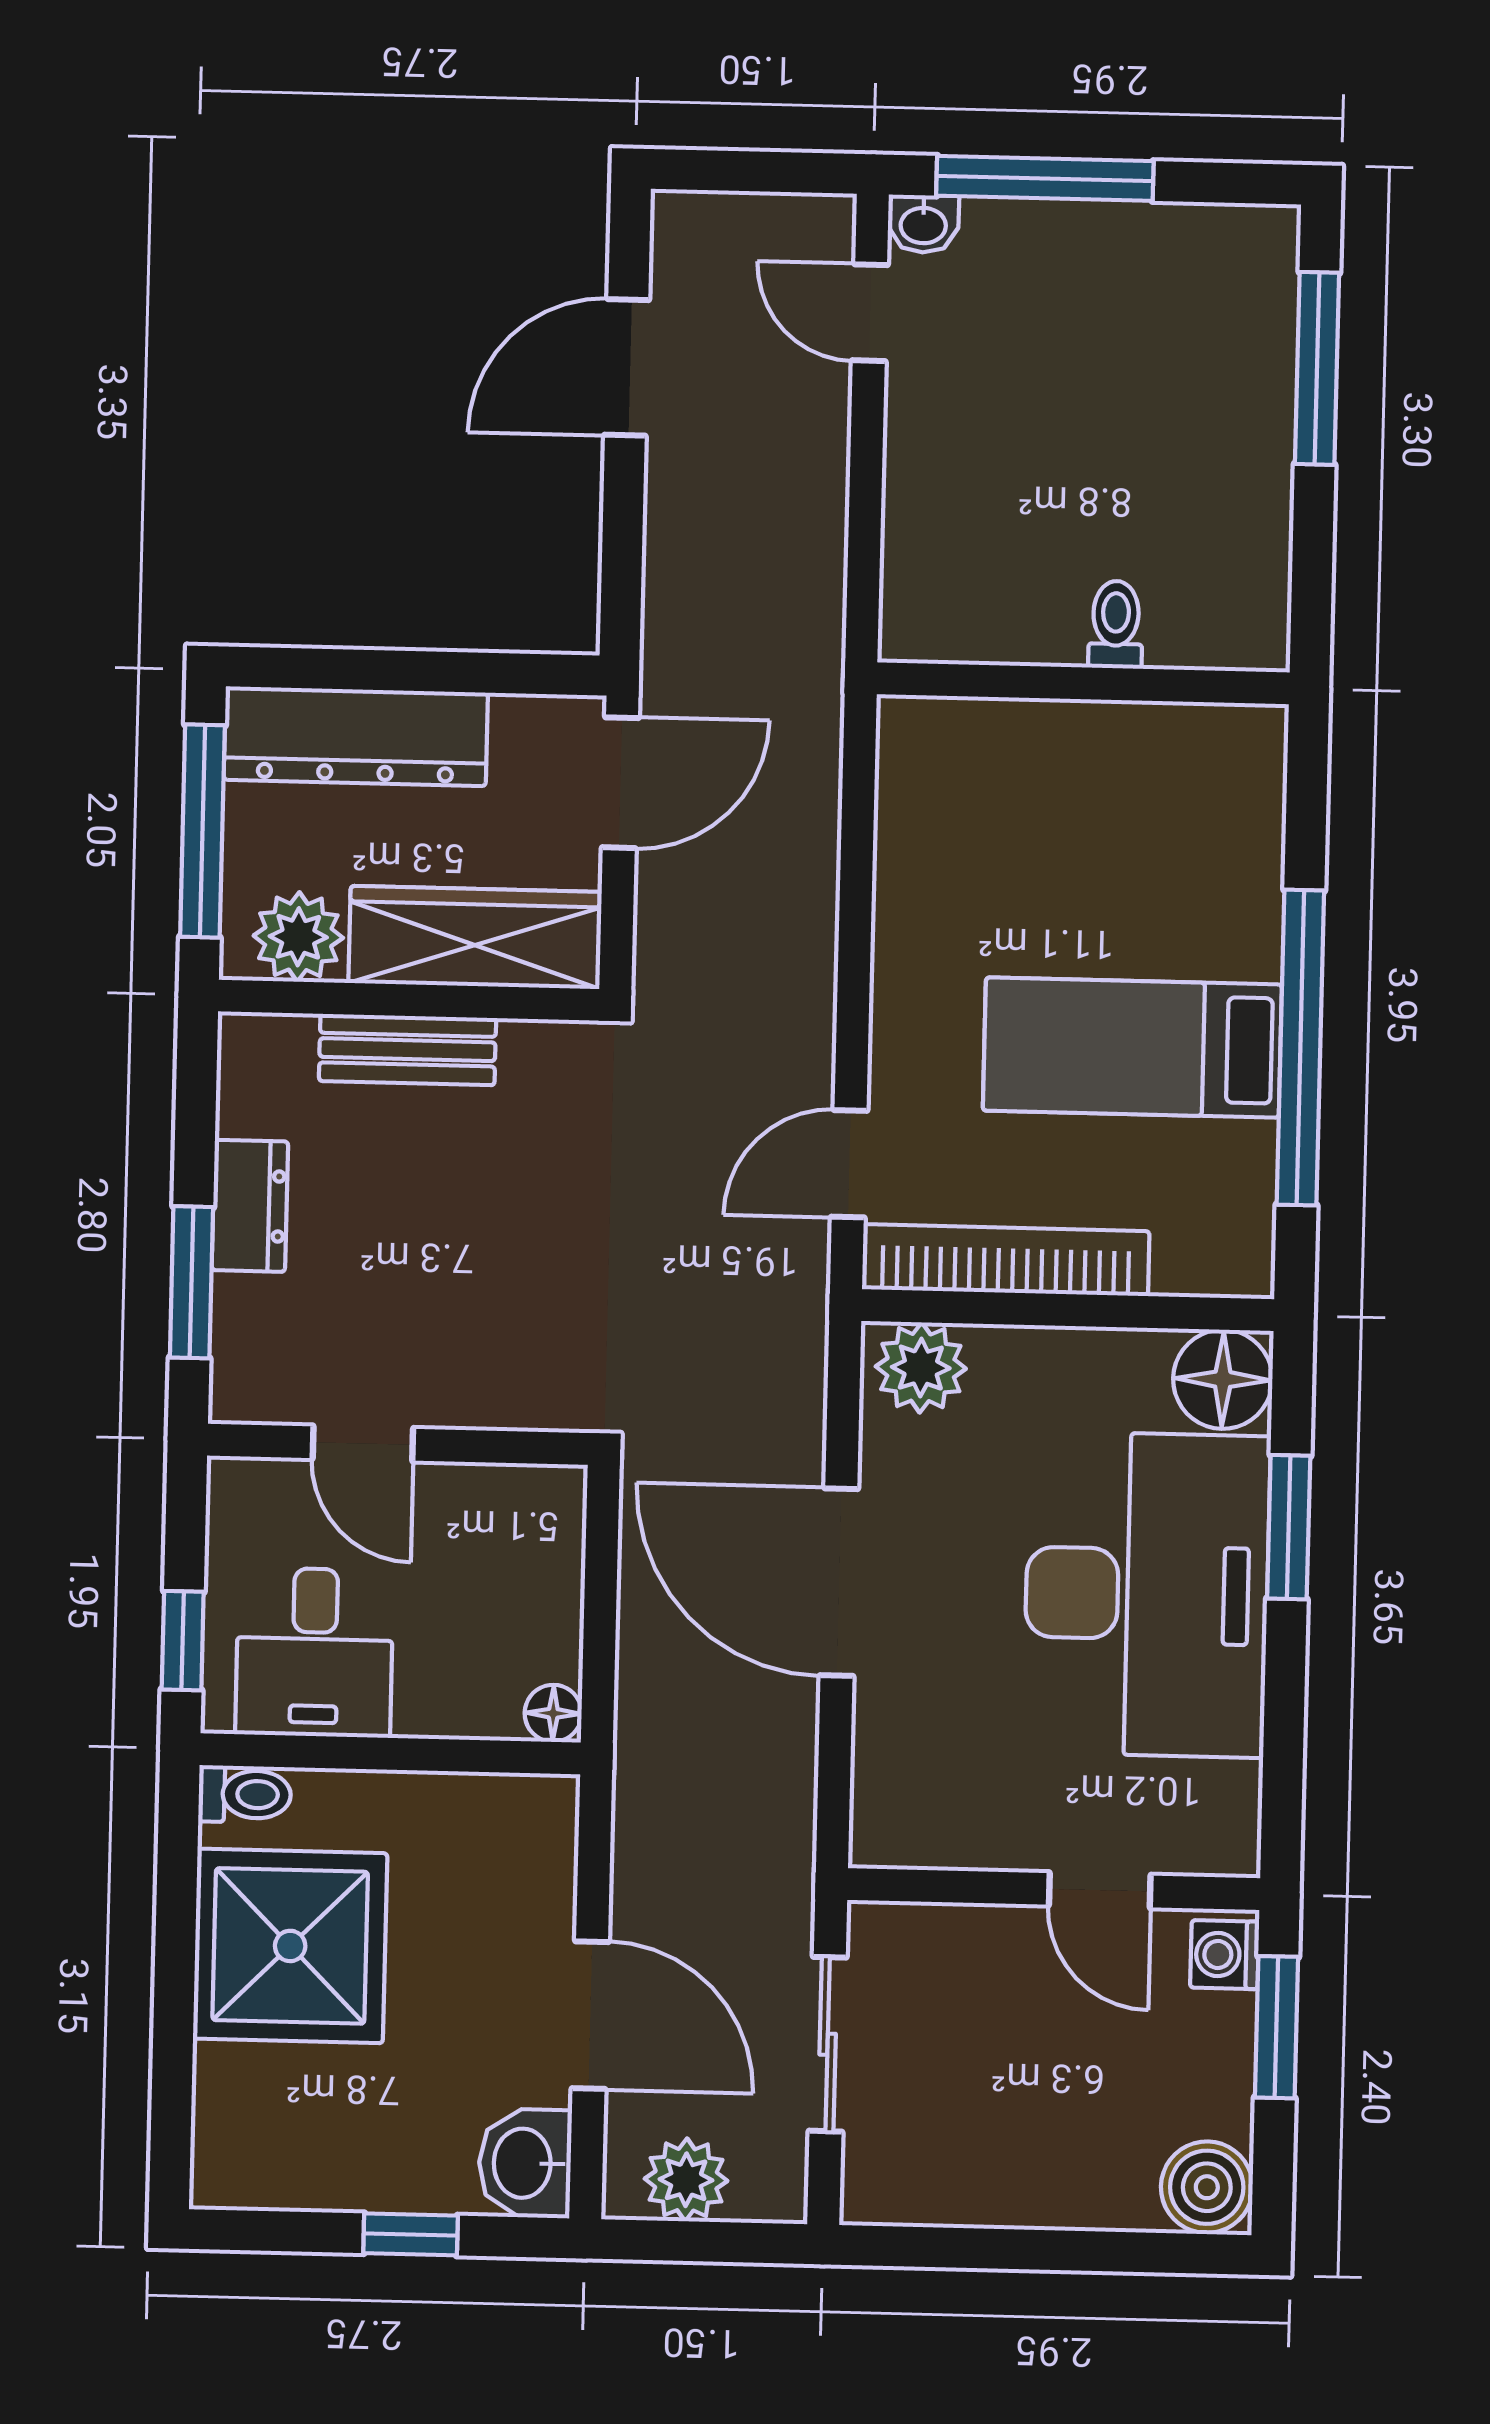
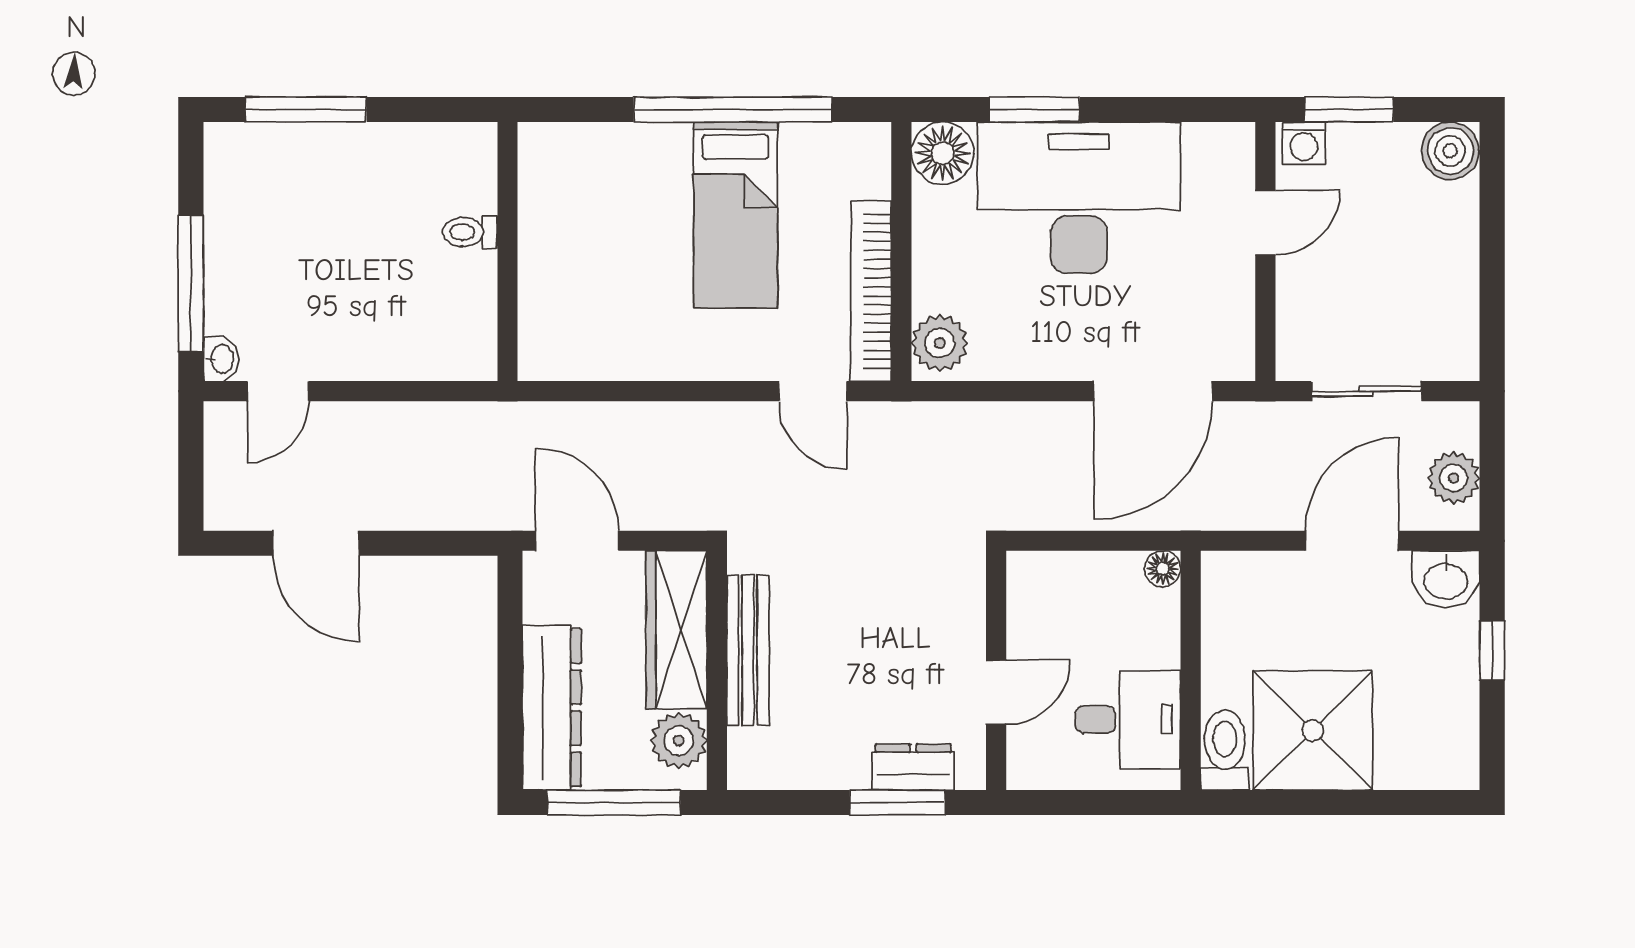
bench: (407, 1050) -> (748, 650), width x1.36
dresser: (250, 1206) -> (913, 767), moved
door: (839, 1582) -> (1153, 391), moved
window: (183, 1641) -> (1123, 803), removed
toilet: (245, 1794) -> (1225, 750), width x1.37, depth x1.39

